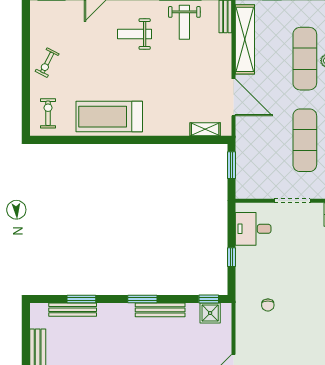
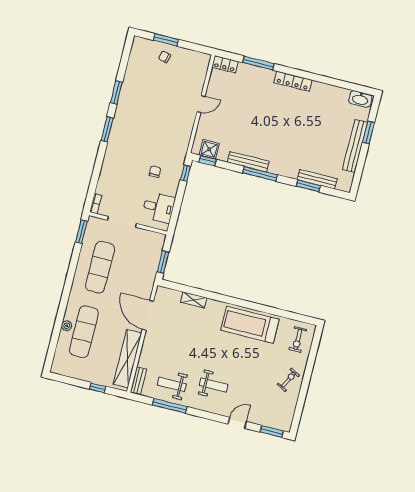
weight bench: (184, 22) -> (172, 384), turned -90
treadmill: (109, 117) -> (250, 325), turned 180
shelving: (205, 129) -> (194, 300), moved
window: (231, 257) -> (185, 173), moved
window: (142, 299) -> (260, 174), width x1.44
chair: (268, 305) -> (155, 172), moved

